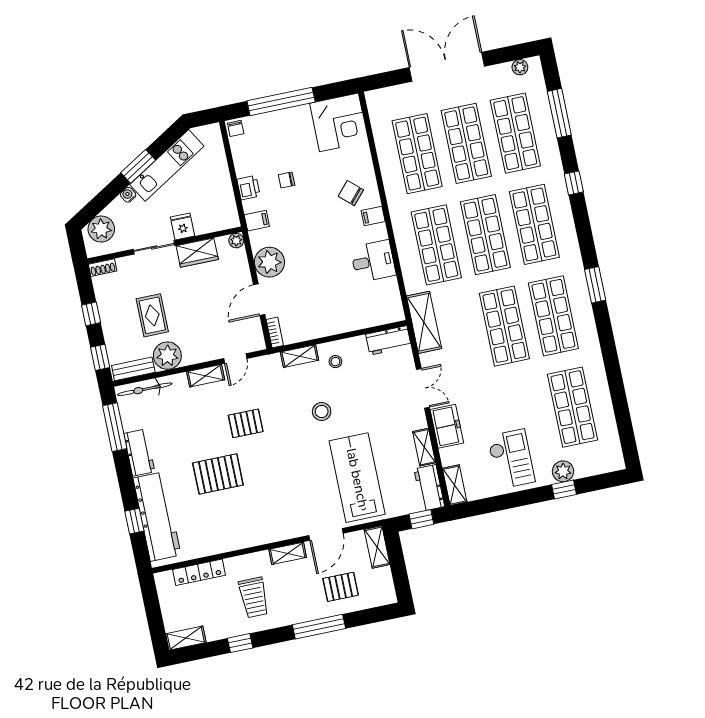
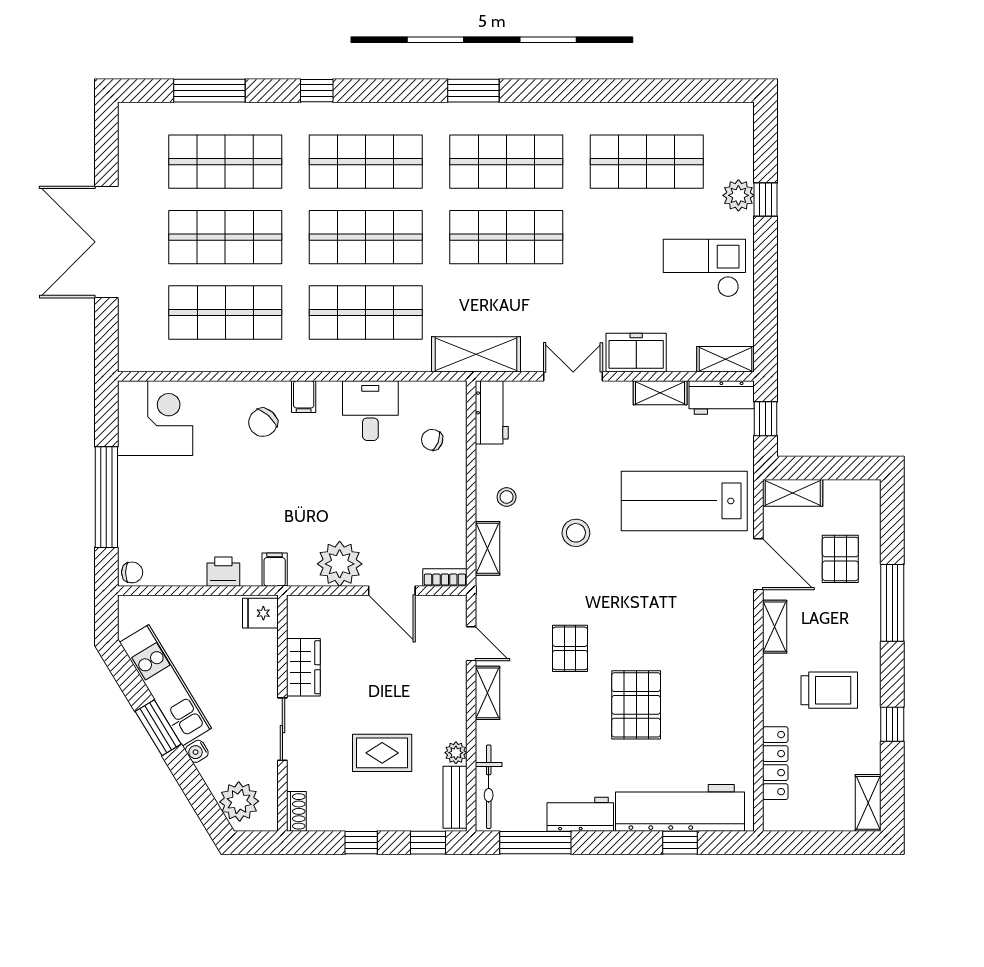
plant: (520, 67) -> (129, 134), removed
chair: (287, 180) -> (432, 440), moved, turned 110
fridge: (182, 227) -> (260, 613), moved
plant: (236, 241) -> (298, 606), removed
plant: (167, 356) -> (456, 753), width x0.53, depth x0.53

